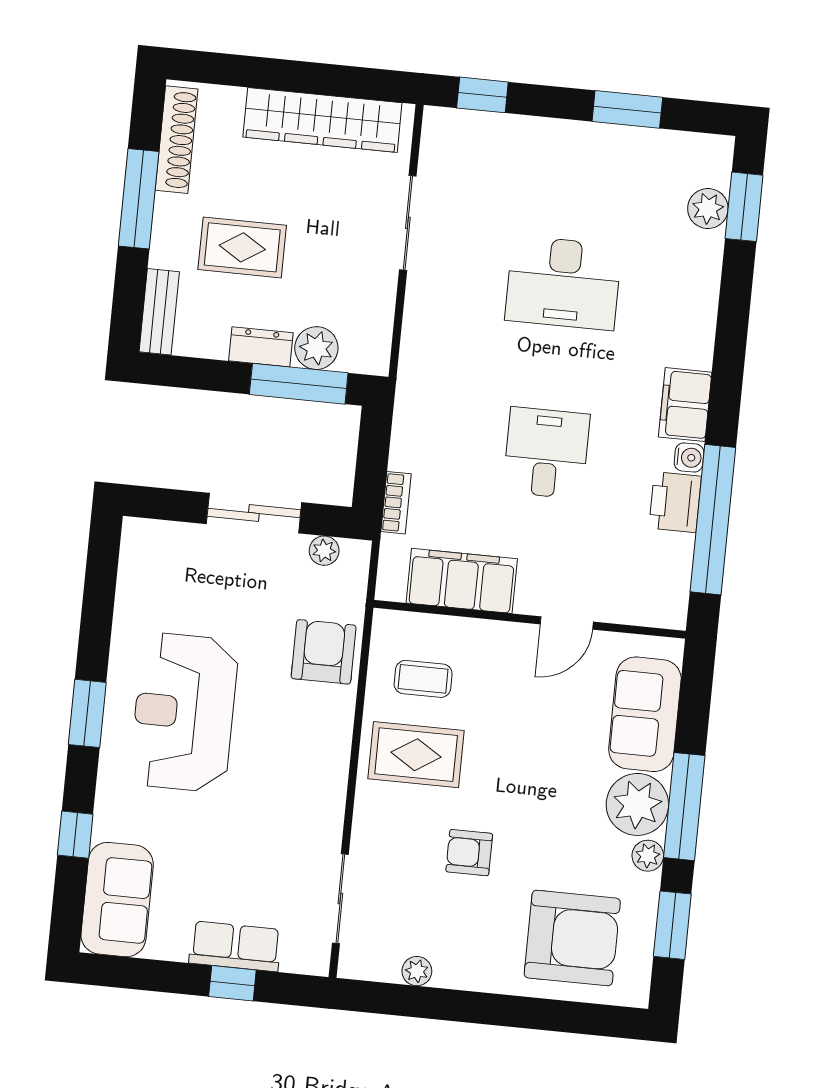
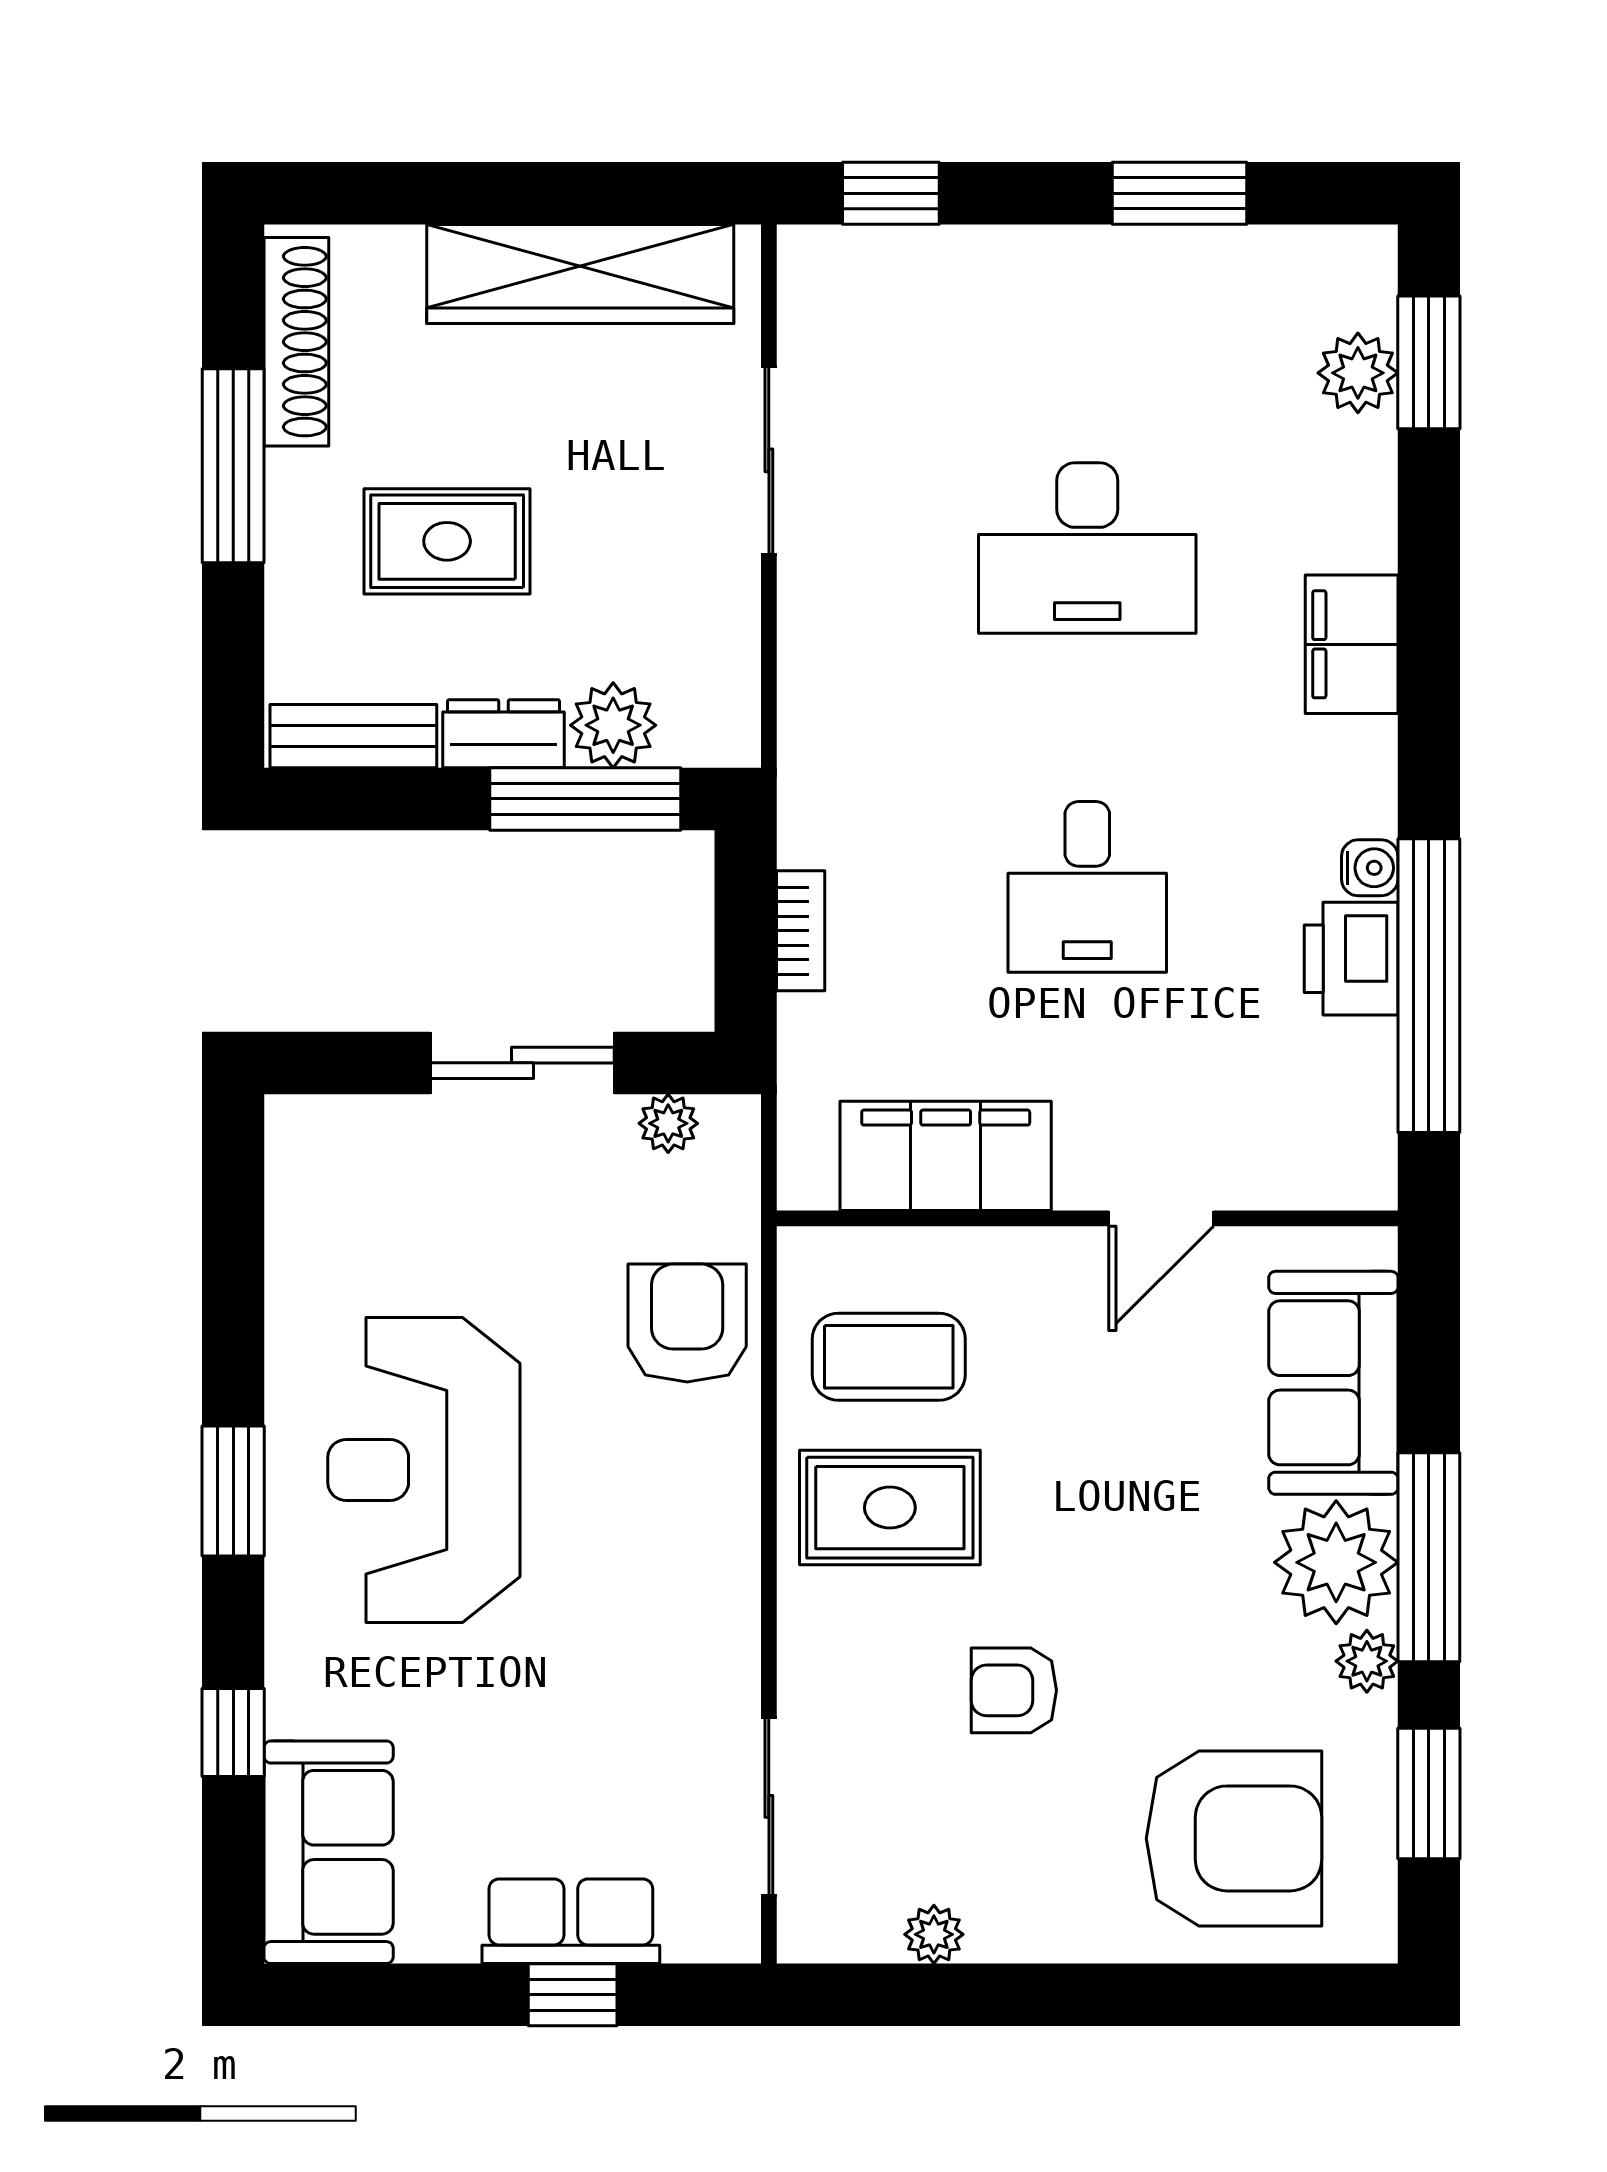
bench: (159, 312) -> (353, 736), moved, turned 90
filing cabinet: (685, 405) -> (1352, 644), moved
desk: (546, 453) -> (1087, 887), turned 180
bookcase: (396, 503) -> (801, 931), moved
coffee table: (423, 679) -> (889, 1357), width x1.36, depth x1.30

